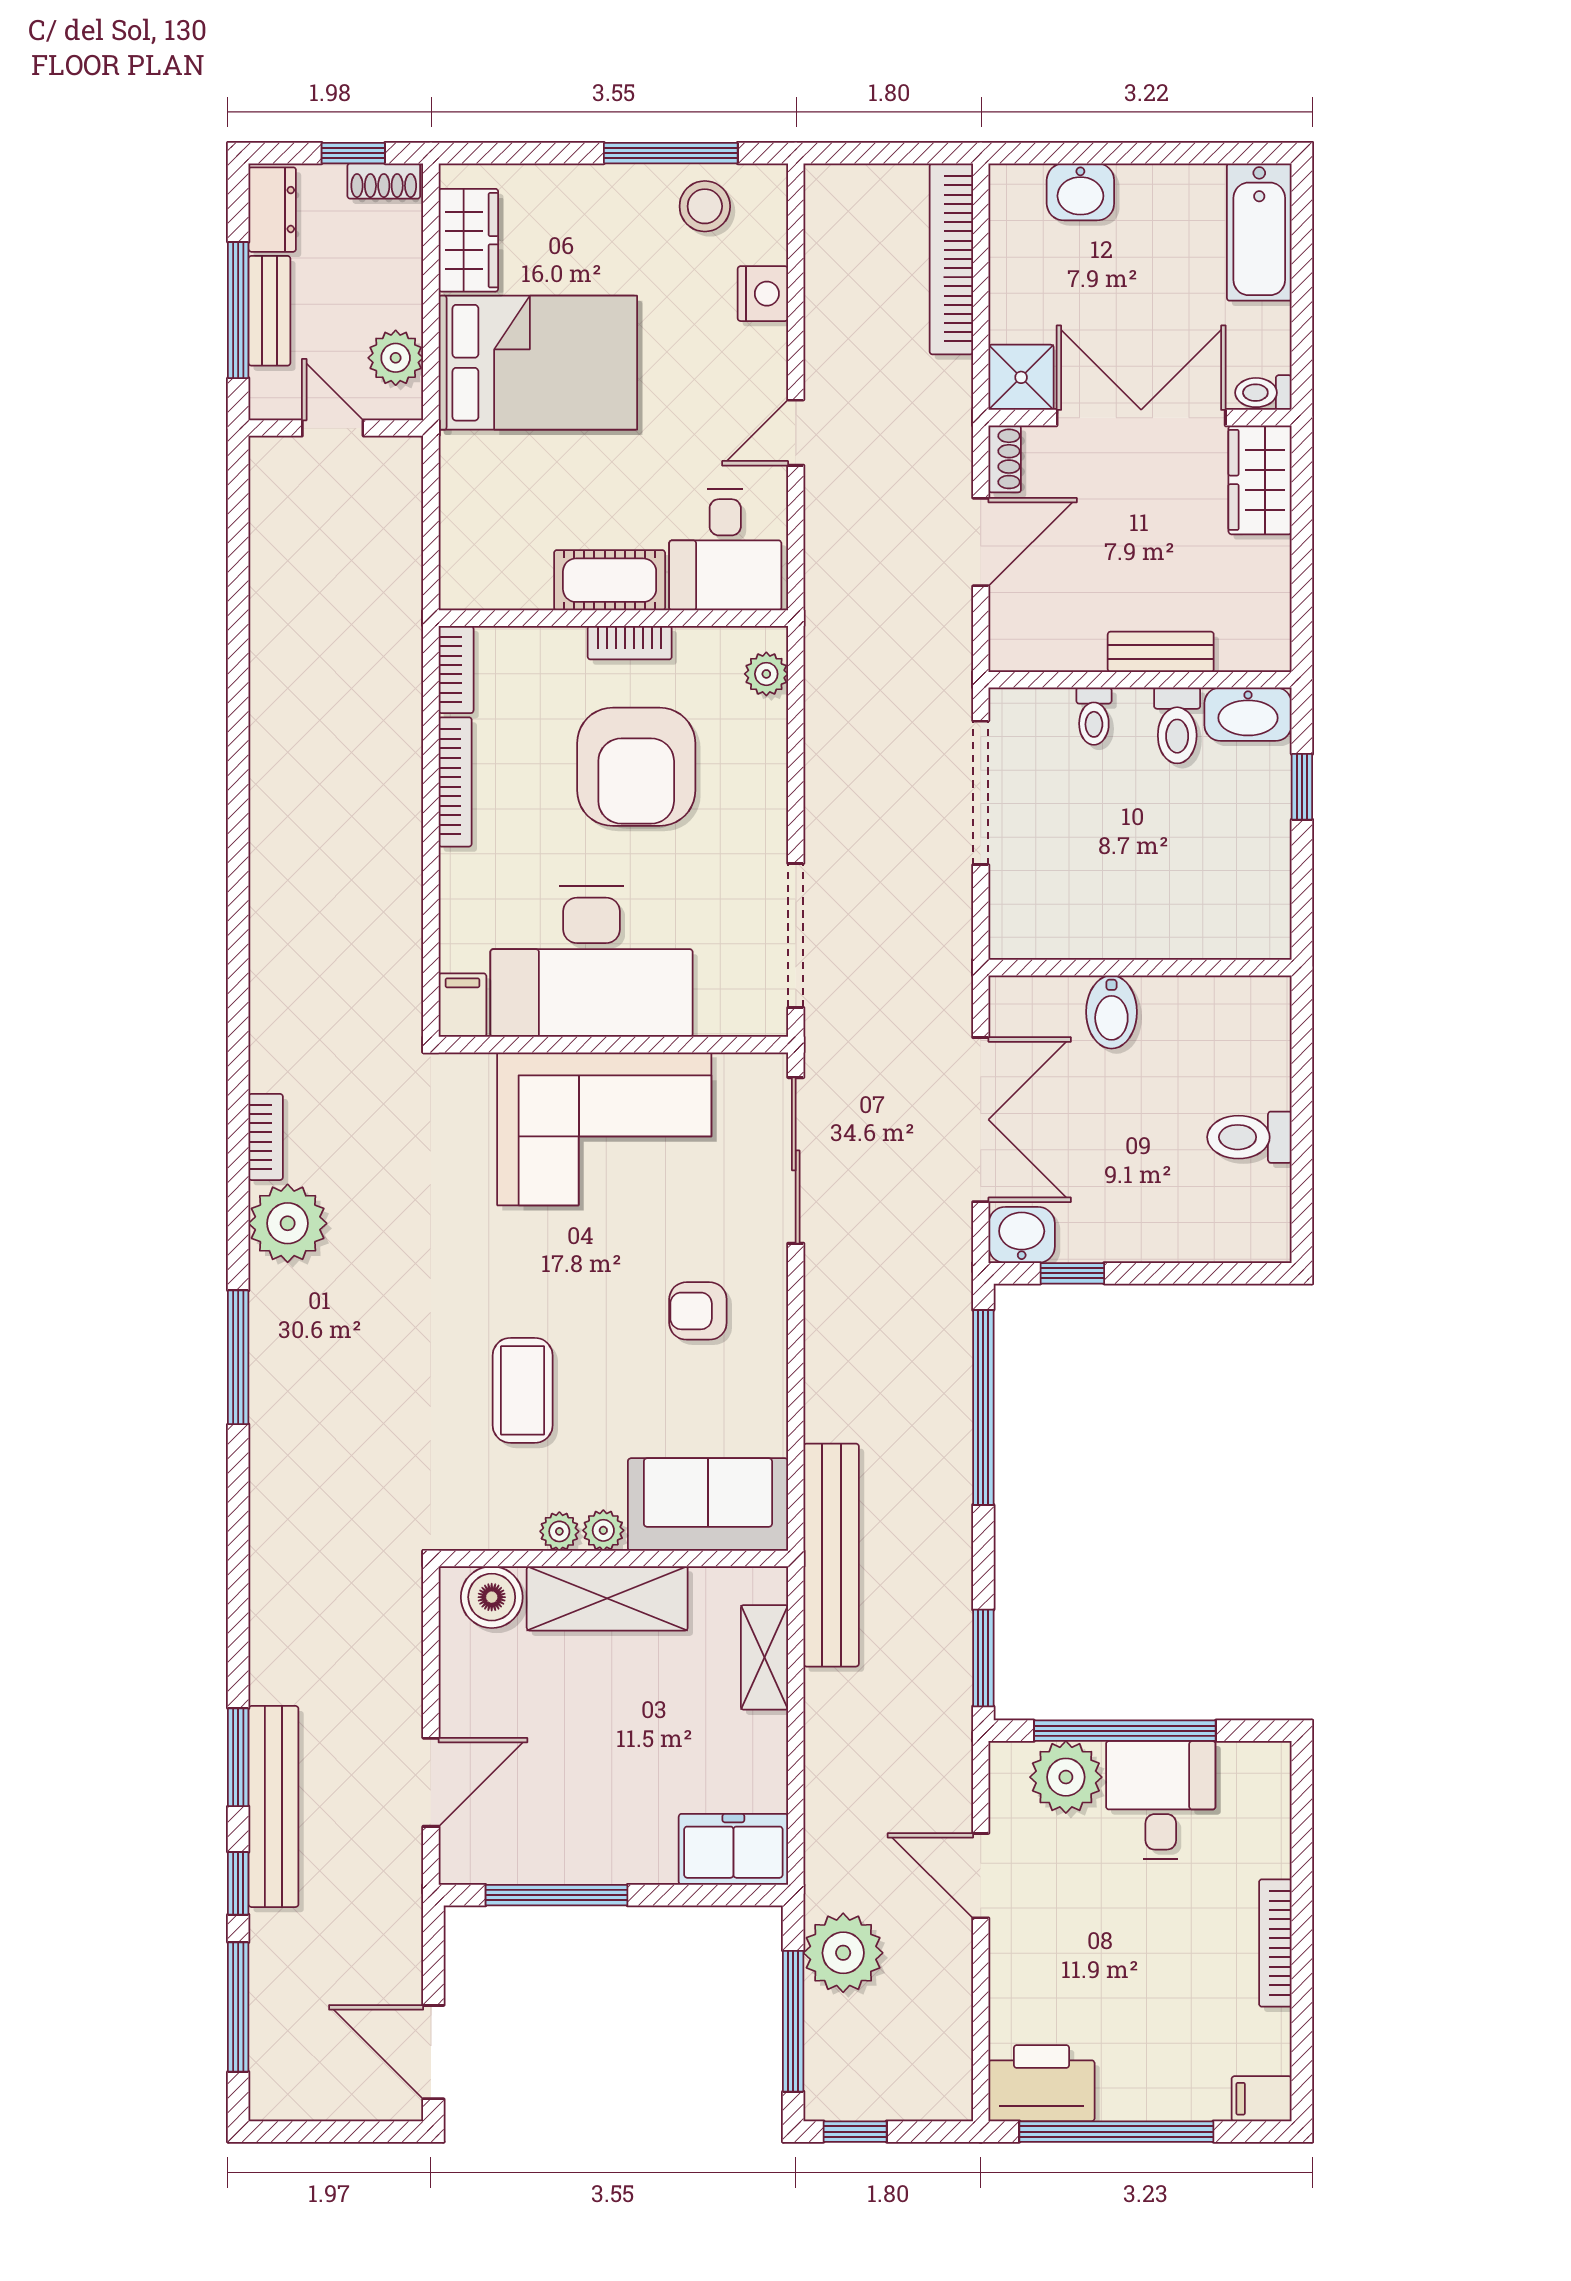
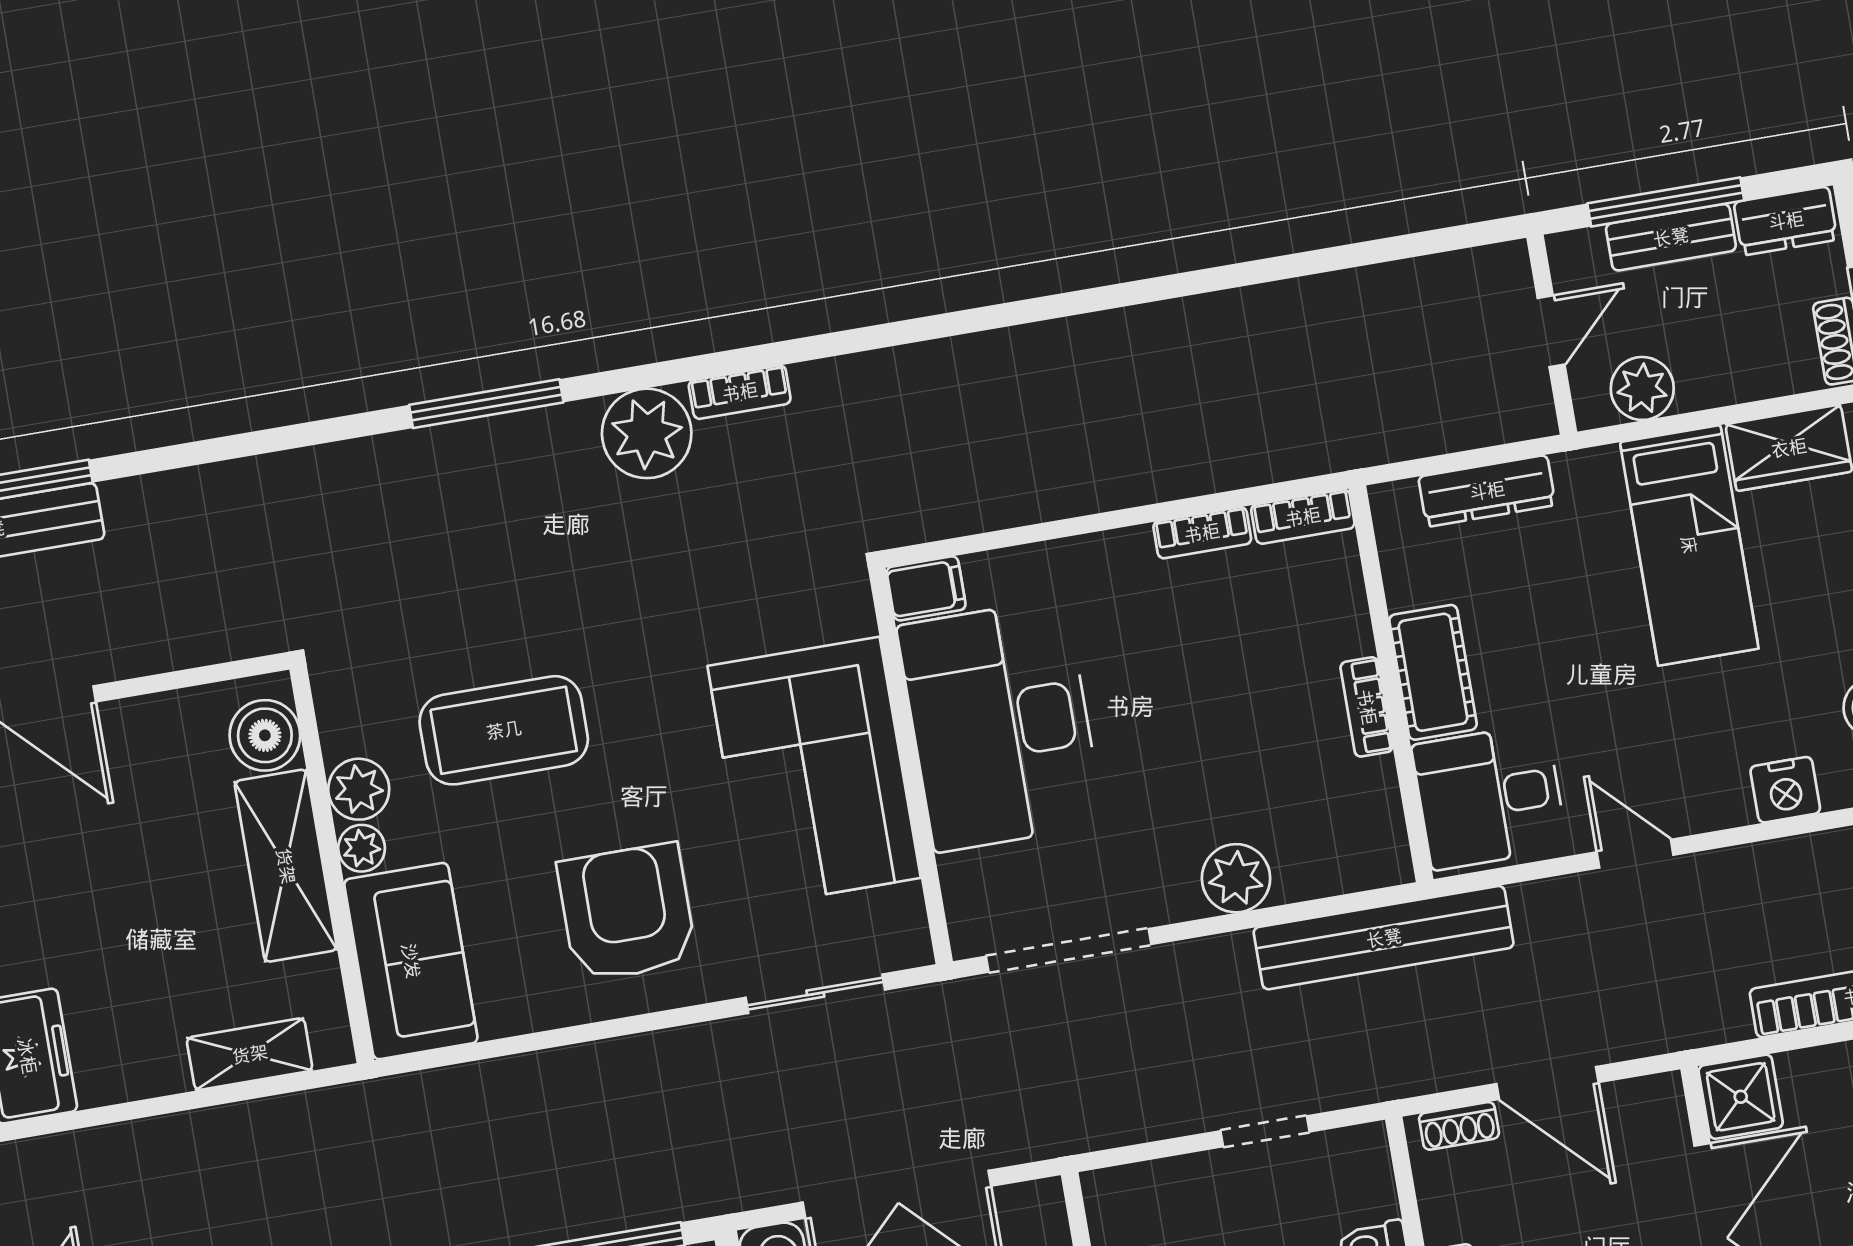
bed: (538, 363) -> (1689, 545), width x0.67
shoe rack: (1005, 459) -> (1459, 1126), moved
dresser: (461, 507) -> (1487, 491), added
plant: (766, 674) -> (1236, 878), moved, width x1.38, depth x1.38
armchair: (636, 767) -> (1228, 738), removed
bookcase: (455, 782) -> (1202, 533), width x0.64
doorway: (981, 793) -> (1265, 1131), width x0.53
sliding door: (796, 1160) -> (815, 994), width x0.73
armchair: (698, 1311) -> (627, 913), width x1.88, depth x1.88
coffee table: (523, 1390) -> (504, 730), width x1.36, depth x1.32
plant: (559, 1531) -> (359, 789), width x1.38, depth x1.38
bench: (831, 1555) -> (1384, 938), moved

